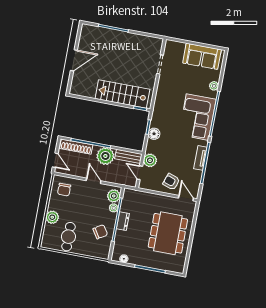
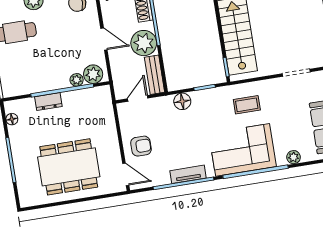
coffee table: (169, 104) -> (247, 105), added
floor lamp: (154, 134) -> (182, 101), moved
plant: (150, 160) -> (160, 106), removed
door: (94, 181) -> (104, 39), hinge flipped
armchair: (171, 182) -> (141, 146), turned 71
door: (186, 198) -> (126, 174), hinge flipped
dresser: (123, 221) -> (48, 102), moved
chair: (100, 232) -> (37, 73), removed

